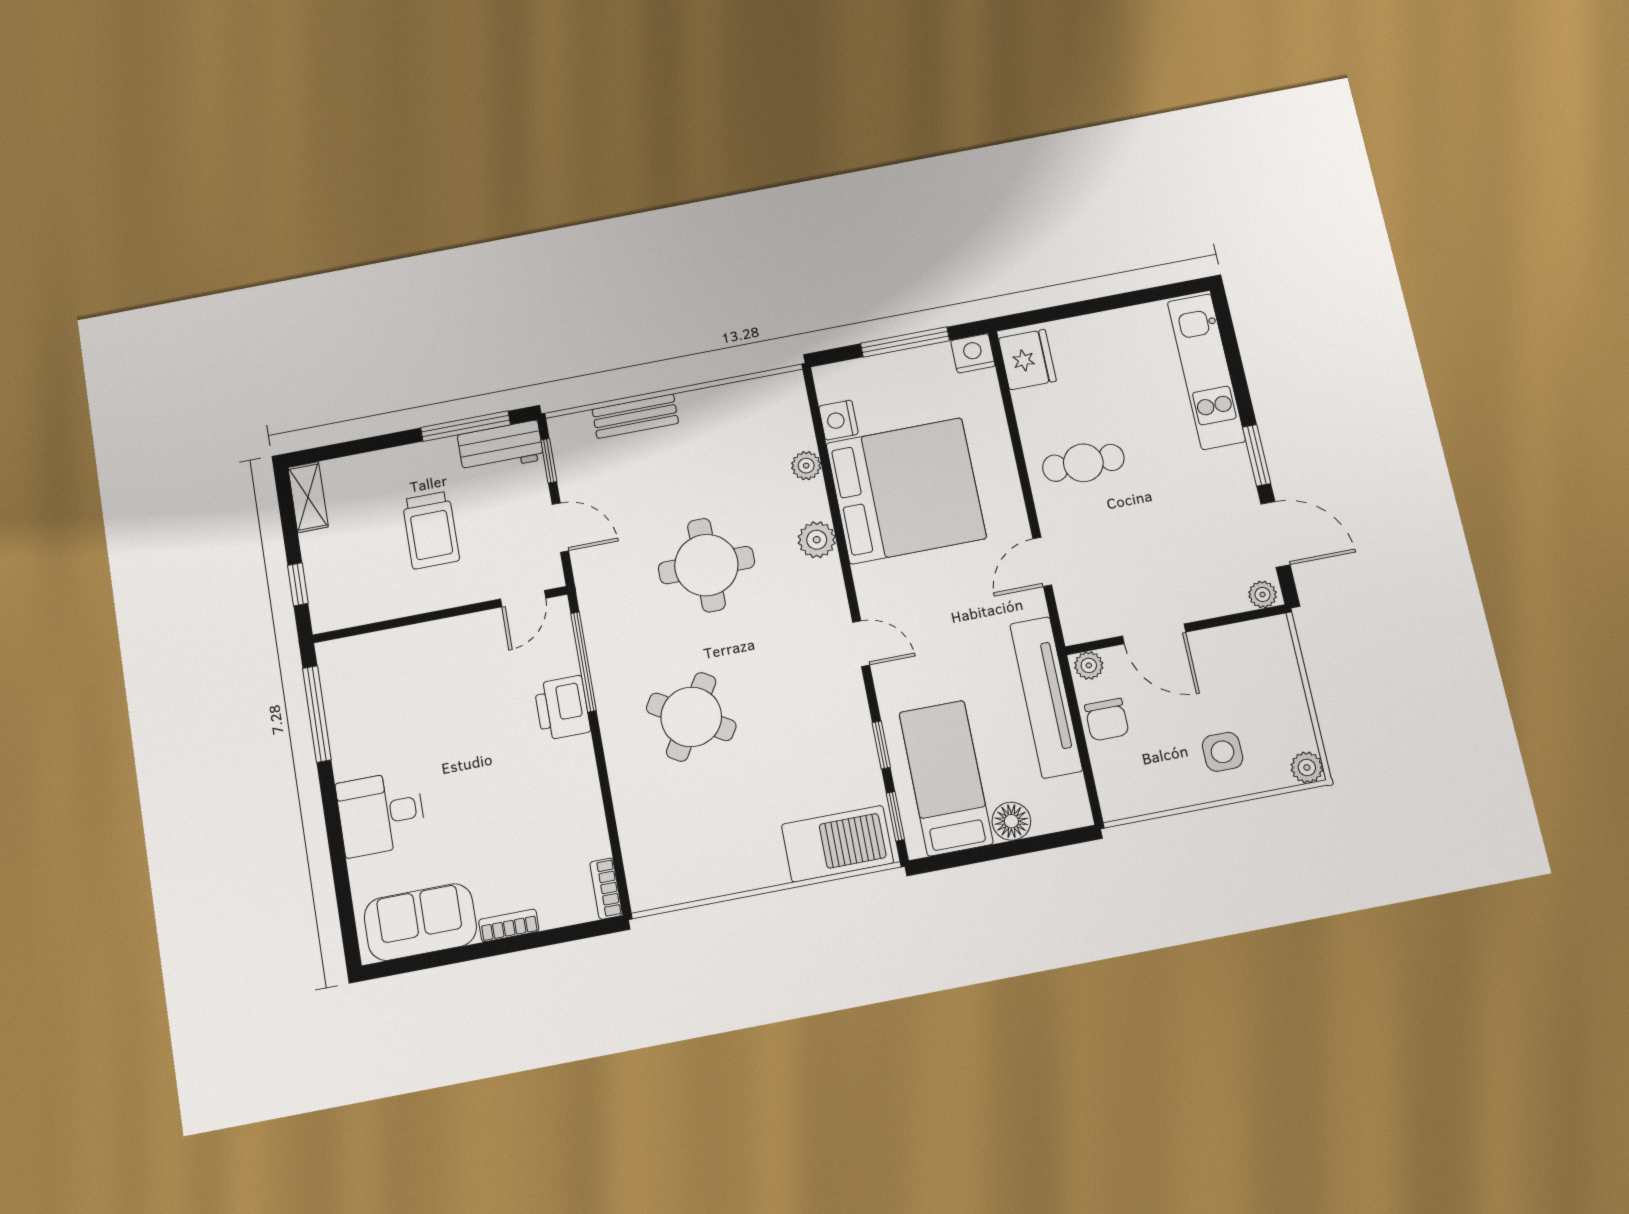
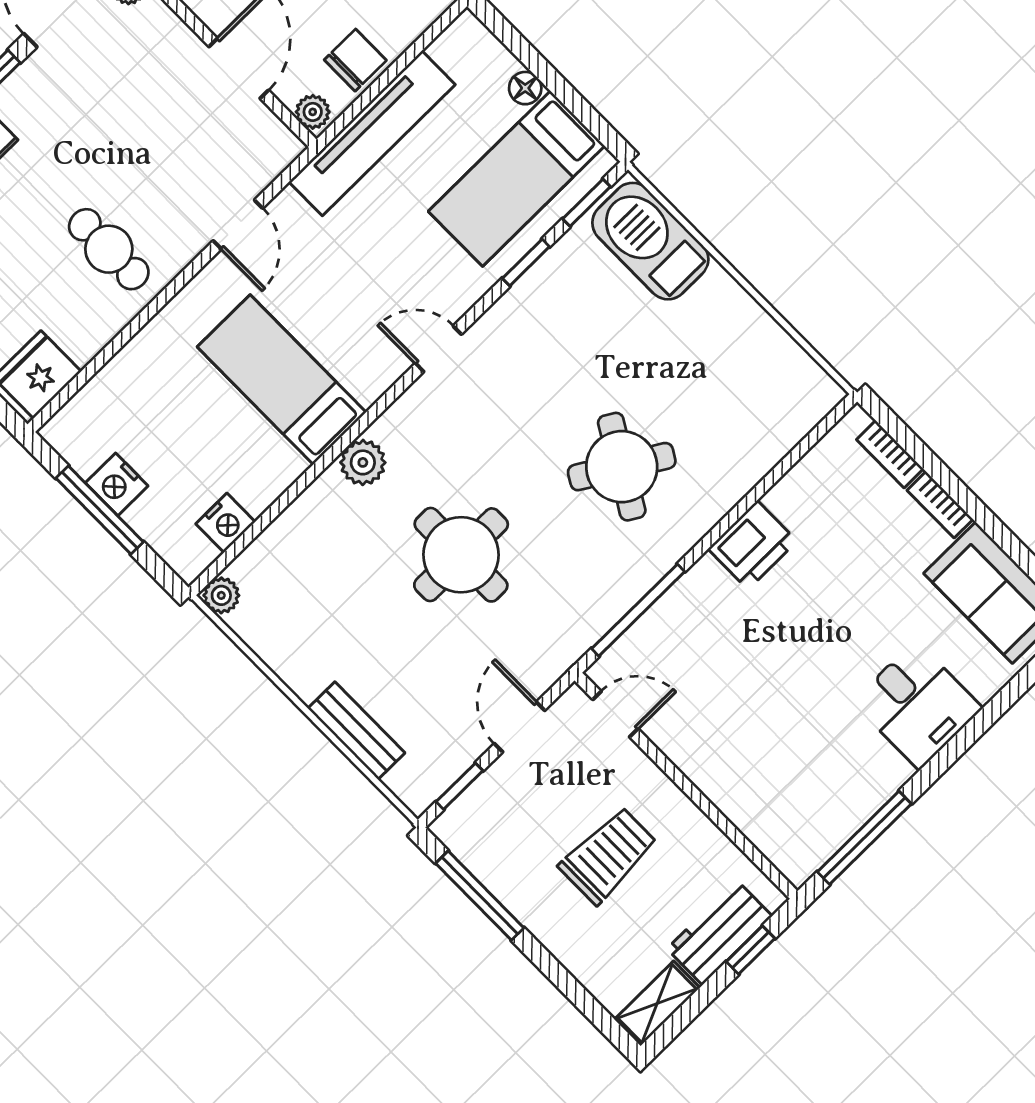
nightstand: (973, 353) -> (117, 484), moved
workbench: (501, 447) -> (720, 932), moved, turned -90
plant: (806, 466) -> (221, 595), moved
bed: (906, 491) -> (282, 380), width x0.49
door: (1042, 562) -> (238, 224), hinge flipped
door: (861, 644) -> (438, 349), hinge flipped
printer: (562, 708) -> (752, 545), moved
floor lamp: (1011, 821) -> (525, 88), width x0.73, depth x0.73
bookcase: (606, 889) -> (890, 454), moved, turned 90

